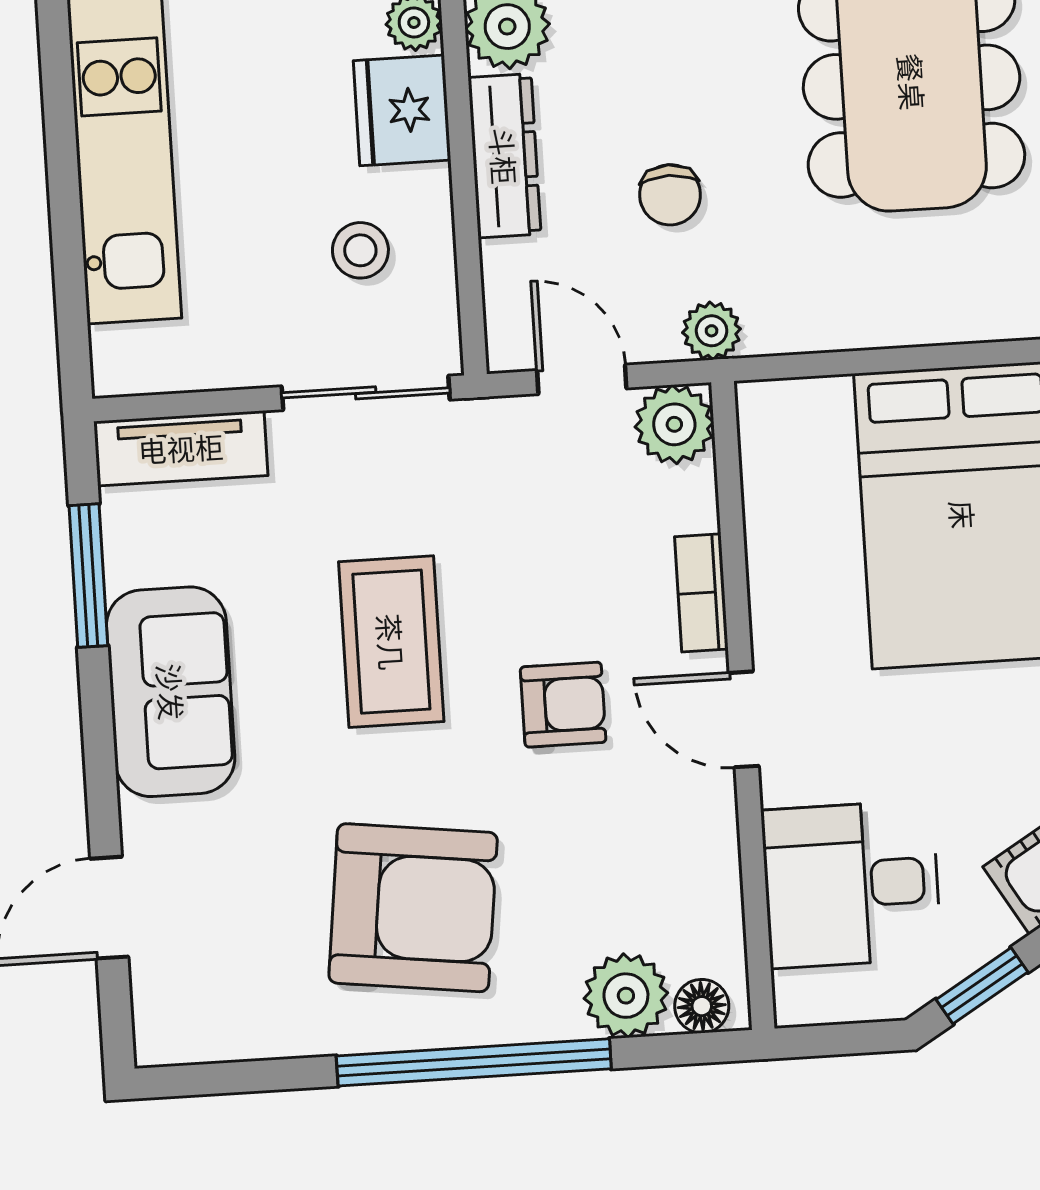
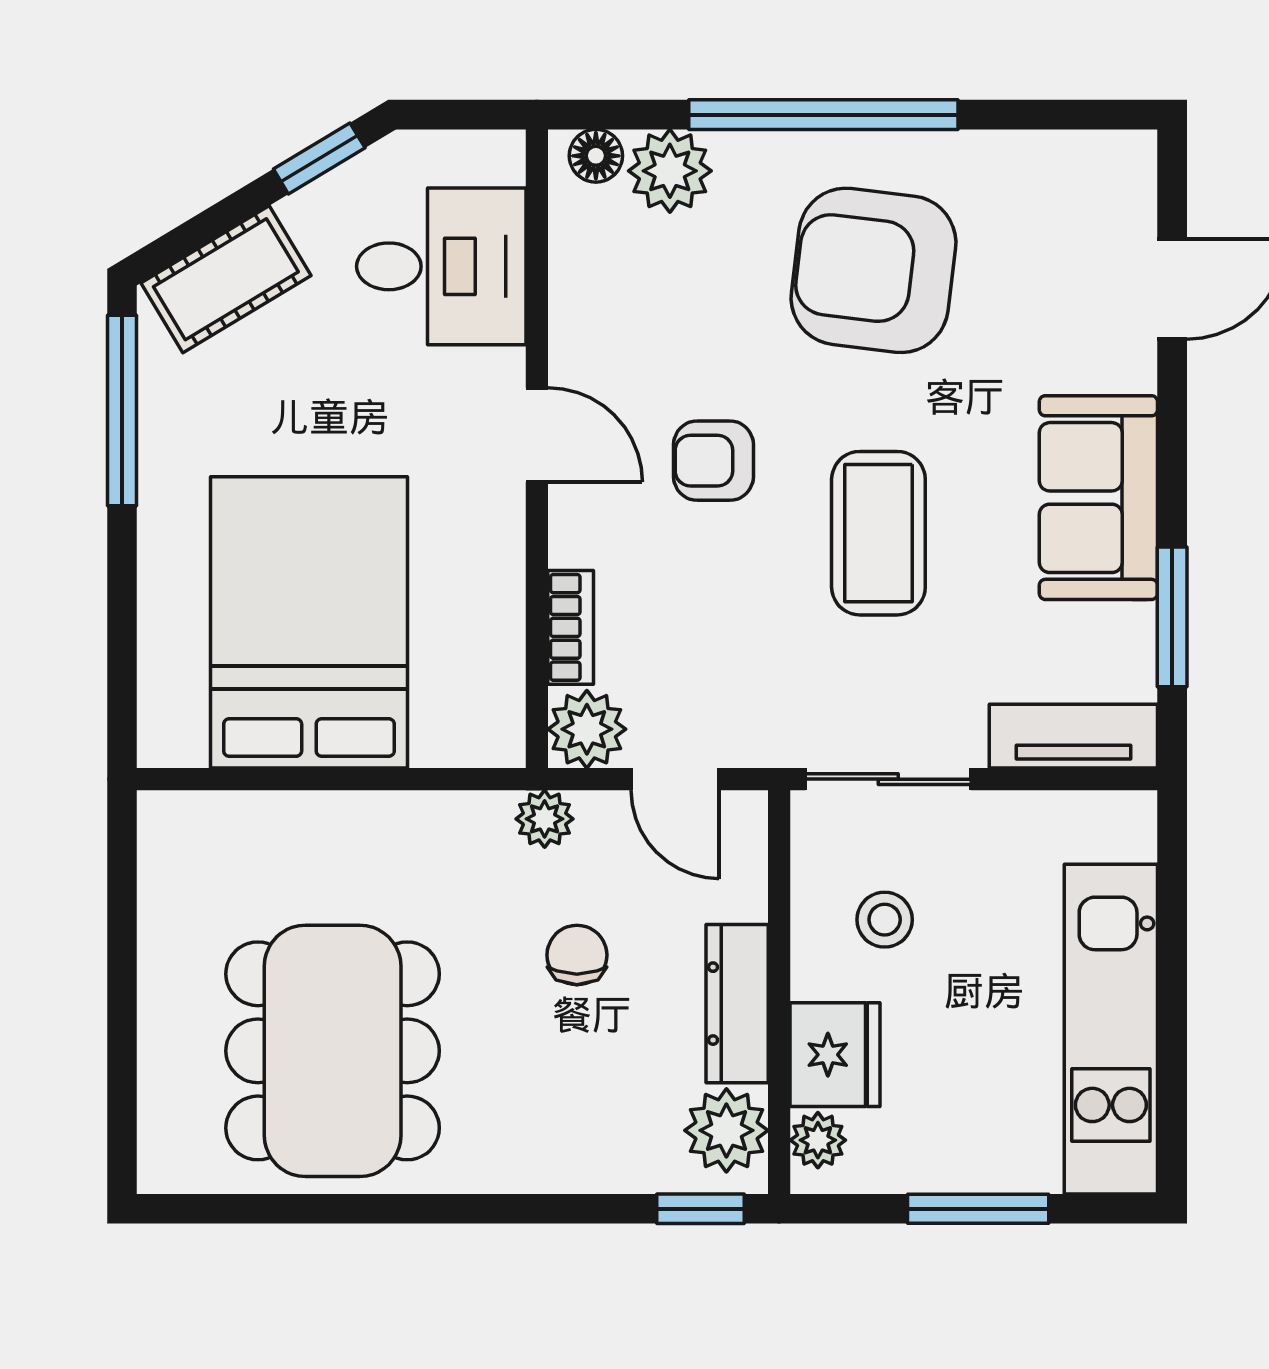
bookcase: (701, 593) -> (571, 627), moved

